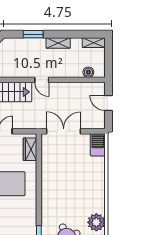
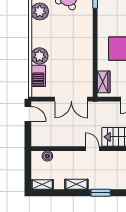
door: (109, 103) -> (28, 114), moved
barbecue: (98, 145) -> (38, 76), moved
plant: (97, 176) -> (40, 56), added

